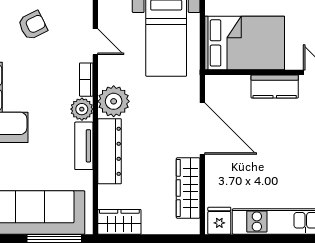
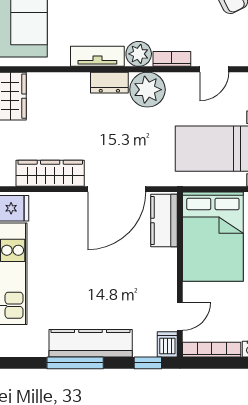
kitchen counter: (275, 87) -> (164, 220), moved
dresser: (110, 151) -> (109, 83), width x0.51, depth x0.80

